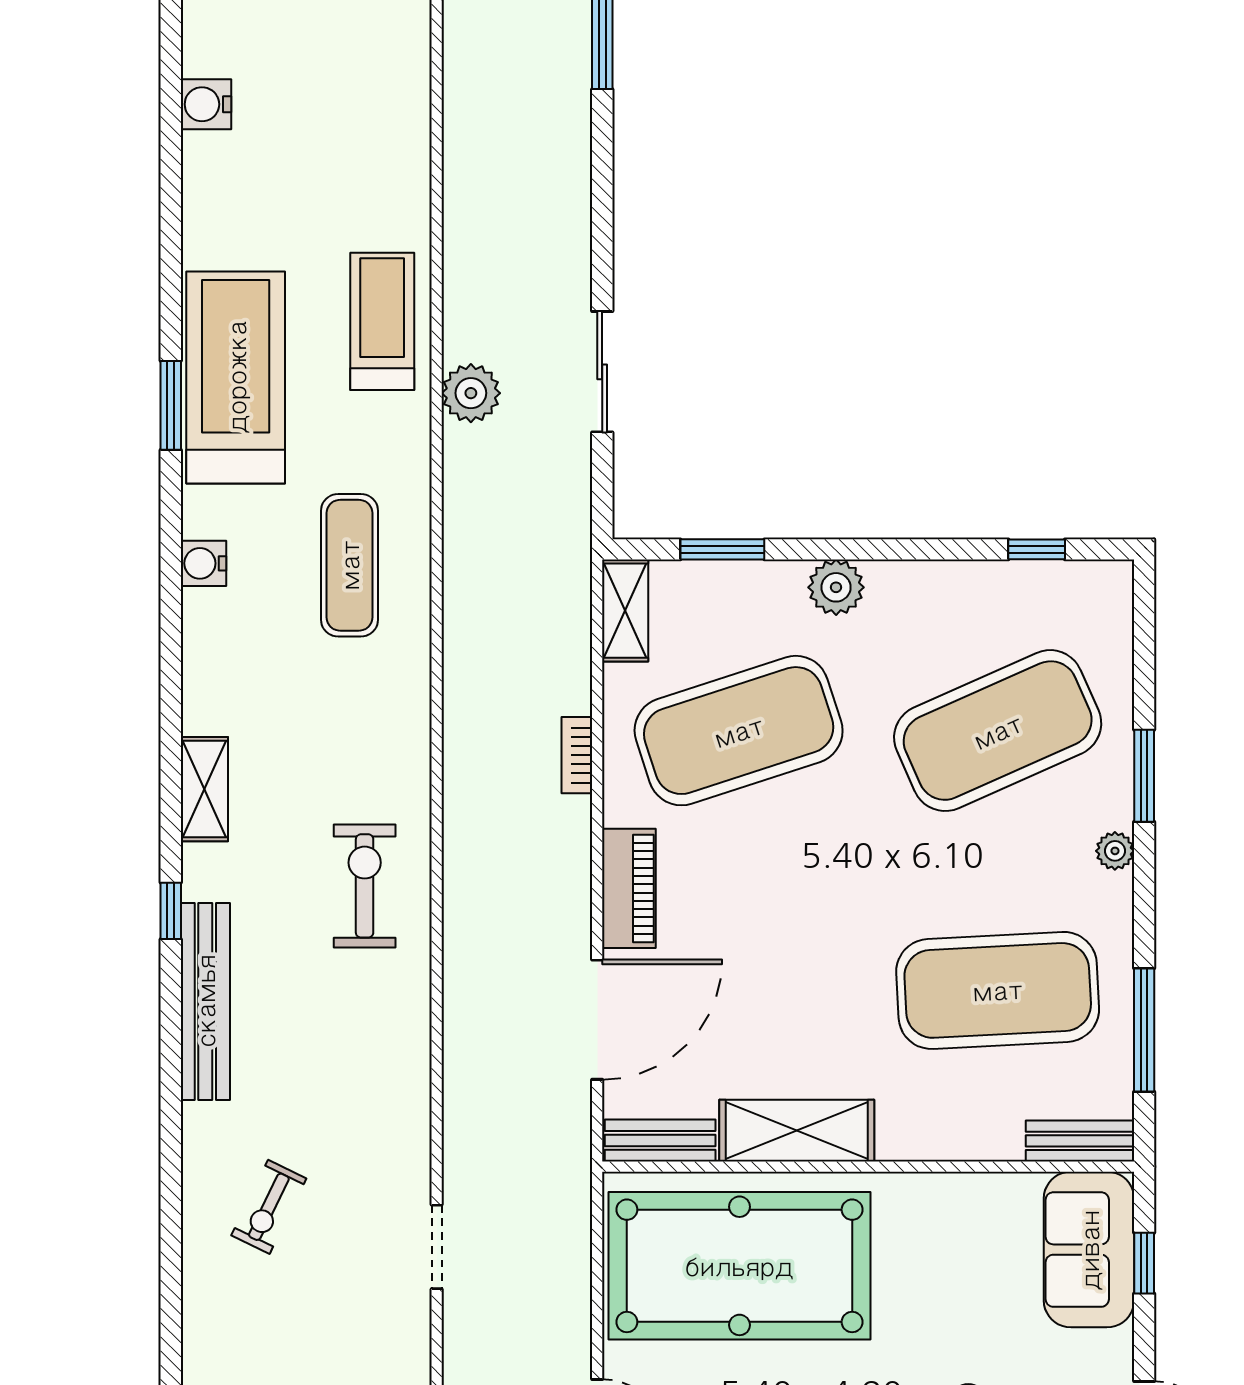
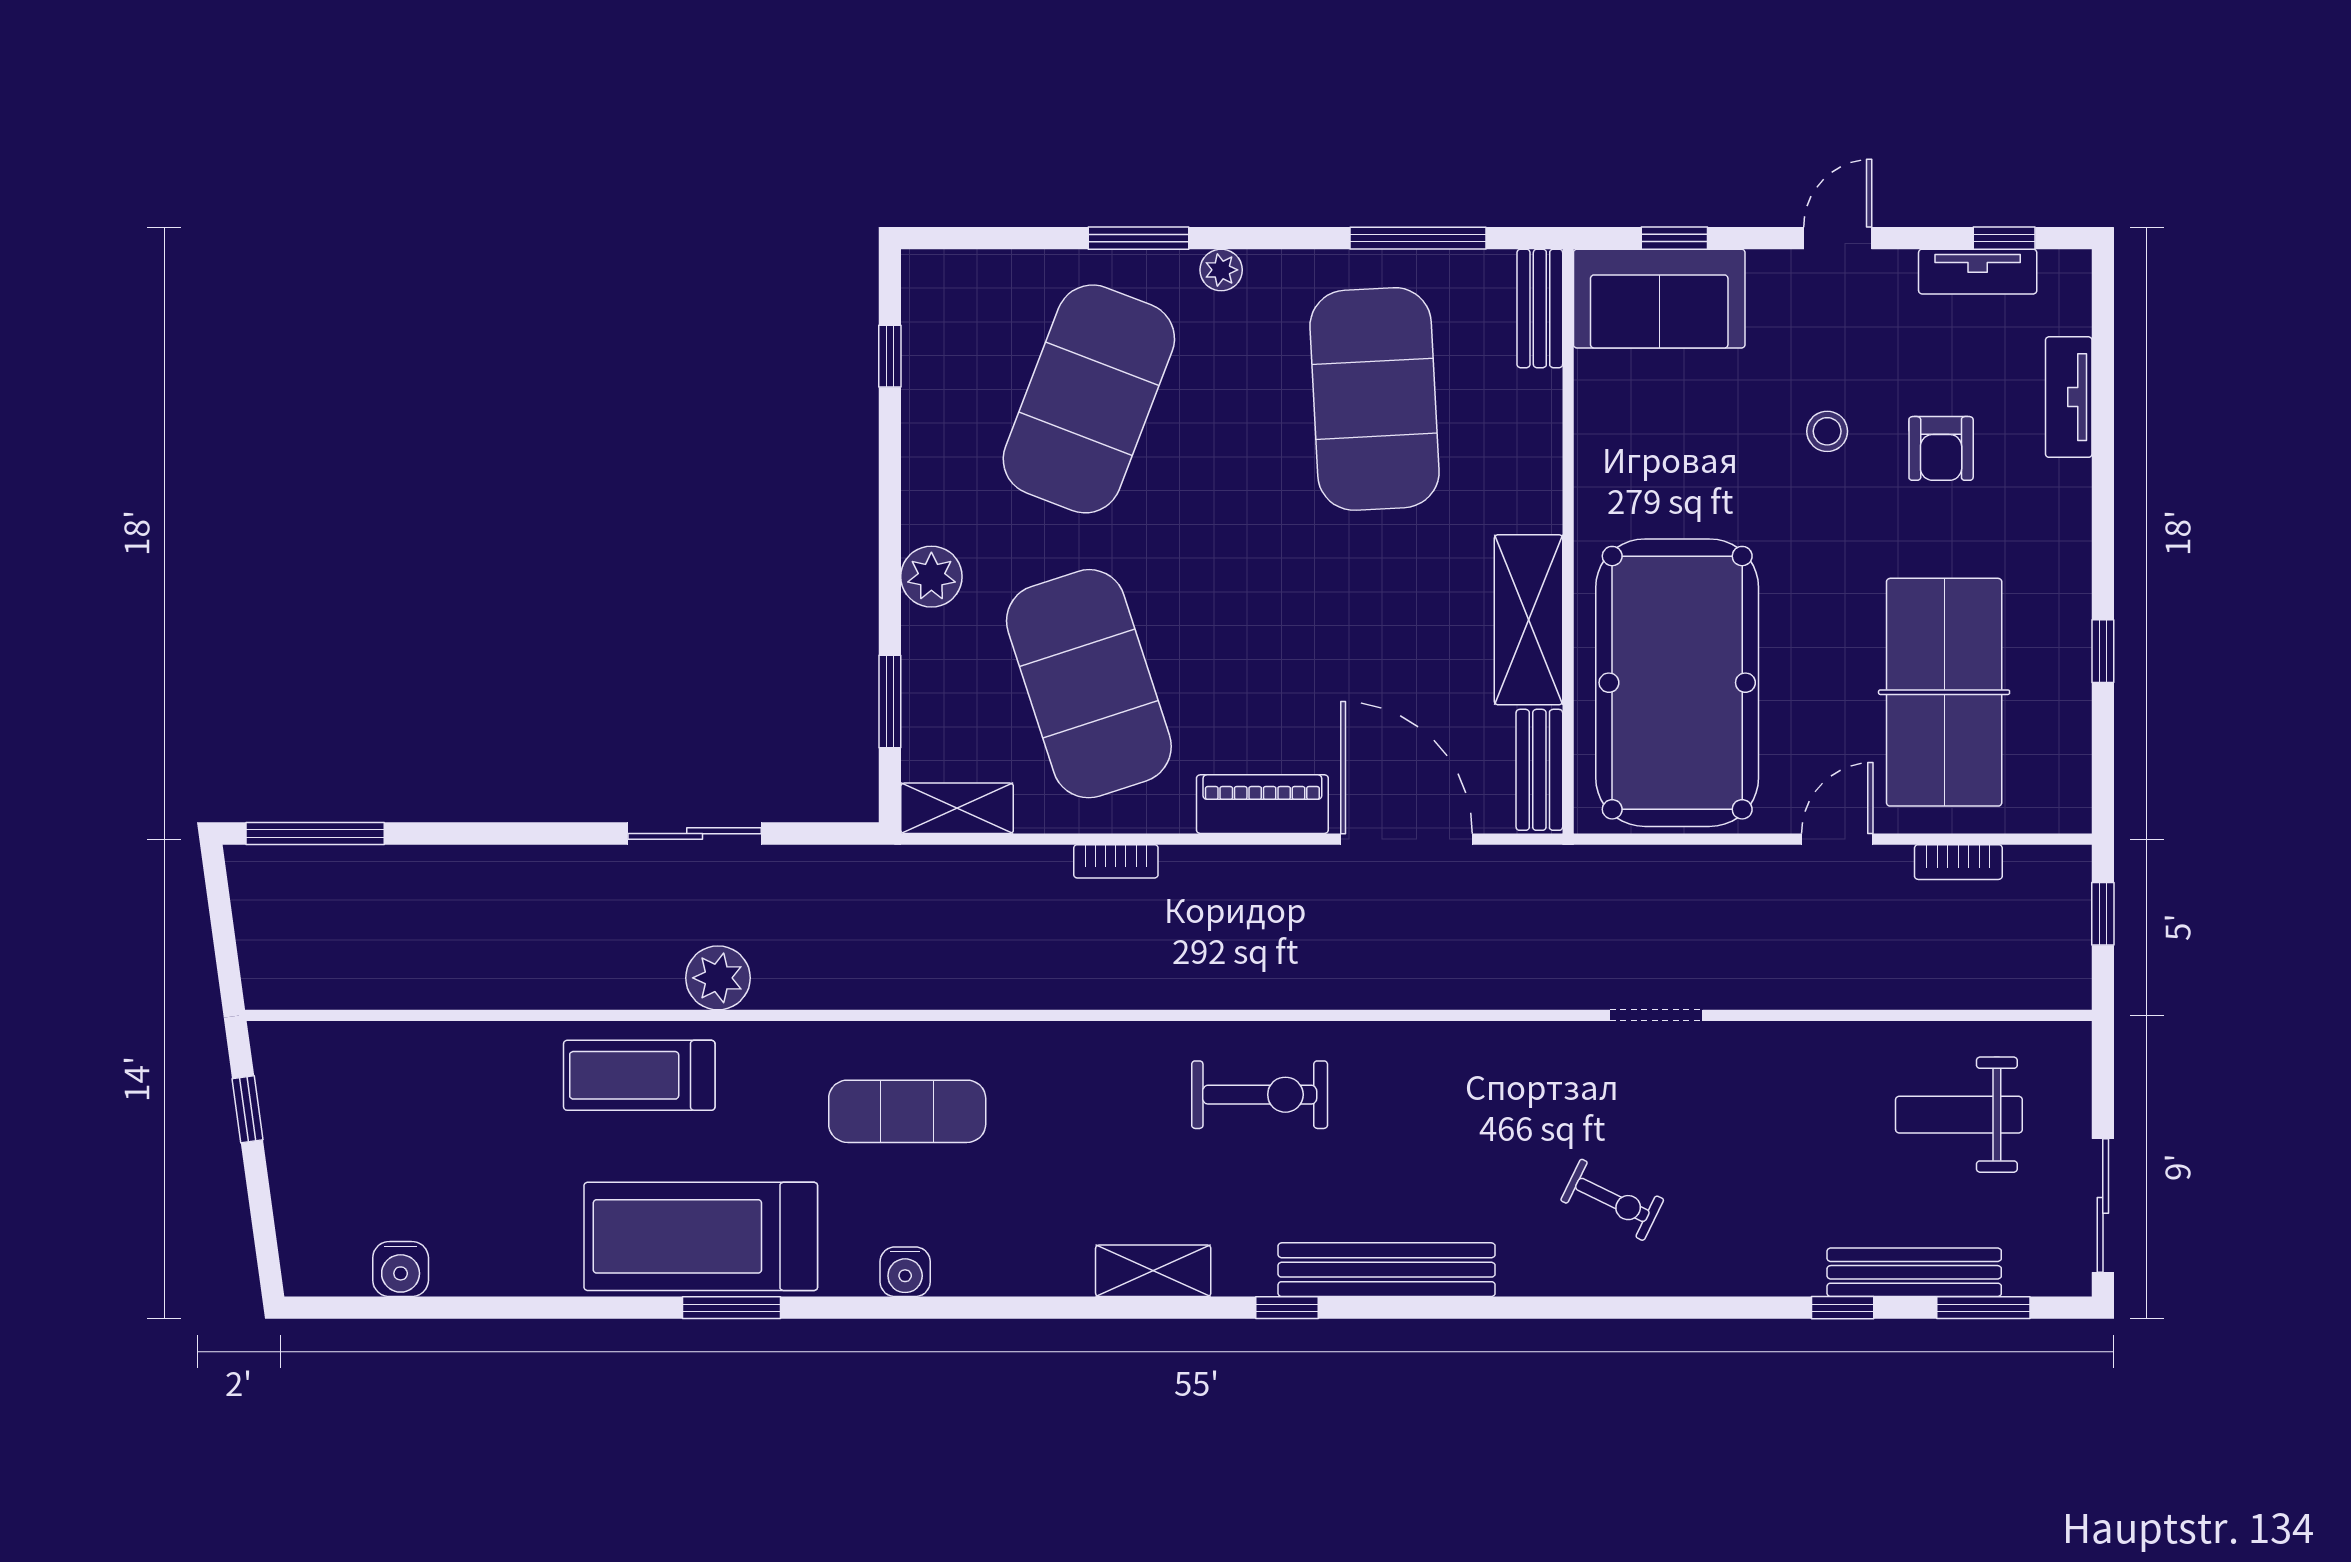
exercise mat: (998, 731) -> (1089, 399), turned 45
exercise bike: (365, 886) -> (1260, 1095), turned 180

